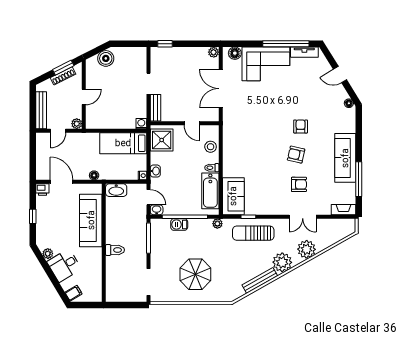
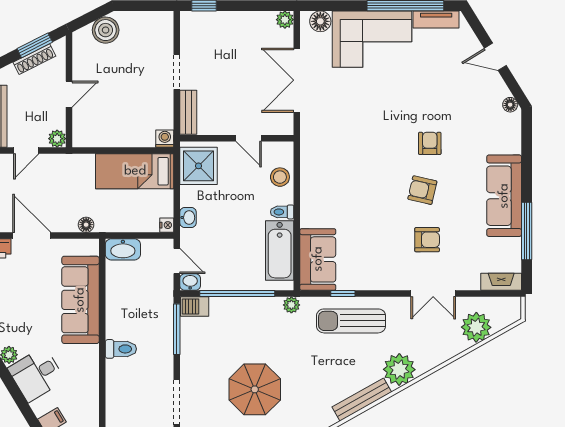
barbecue: (179, 225) -> (195, 307), moved
plant: (307, 249) -> (476, 327), moved

